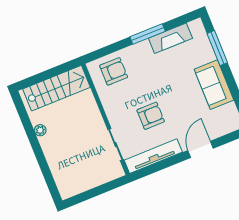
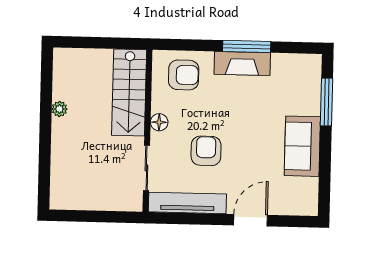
fireplace: (170, 38) -> (242, 63), moved
stairs: (57, 88) -> (129, 93), moved, turned 90
floor lamp: (111, 110) -> (159, 122), added
armchair: (151, 116) -> (206, 151), turned -90

